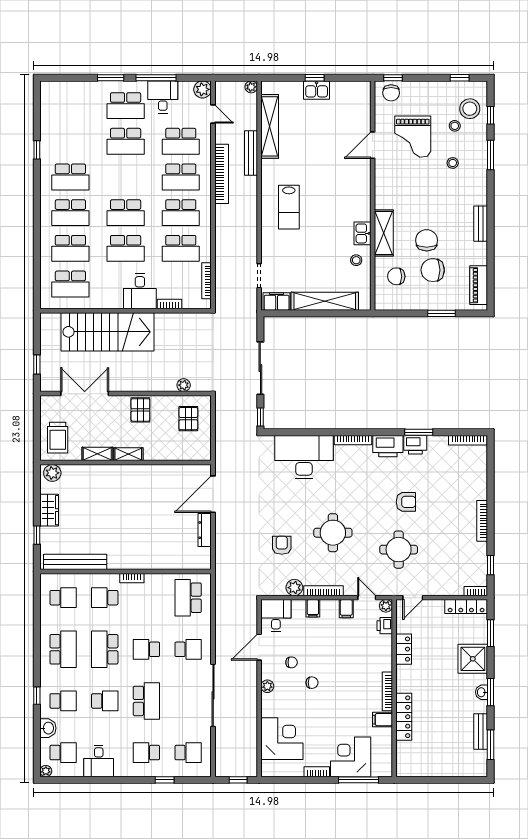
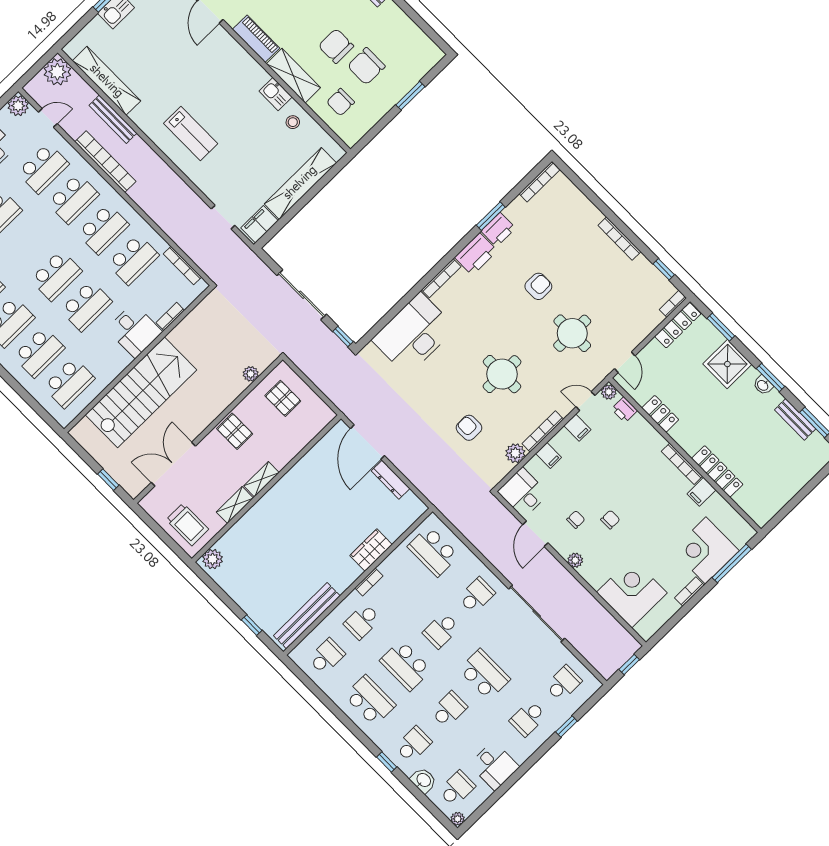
plant: (251, 87) -> (57, 72), width x1.88, depth x1.88
piano: (479, 285) -> (256, 39), moved, turned 180
wardrobe: (49, 510) -> (371, 550), moved, turned -90

